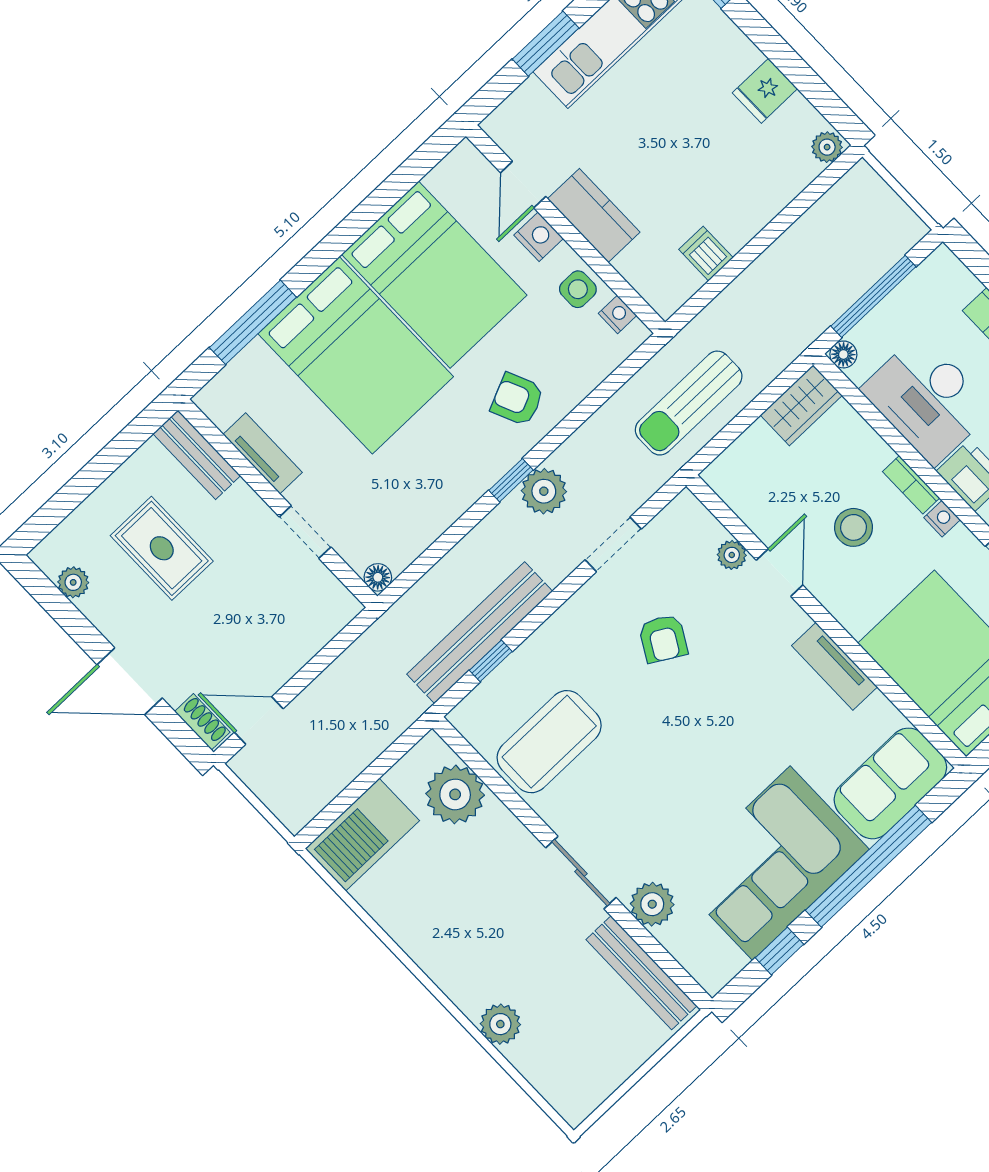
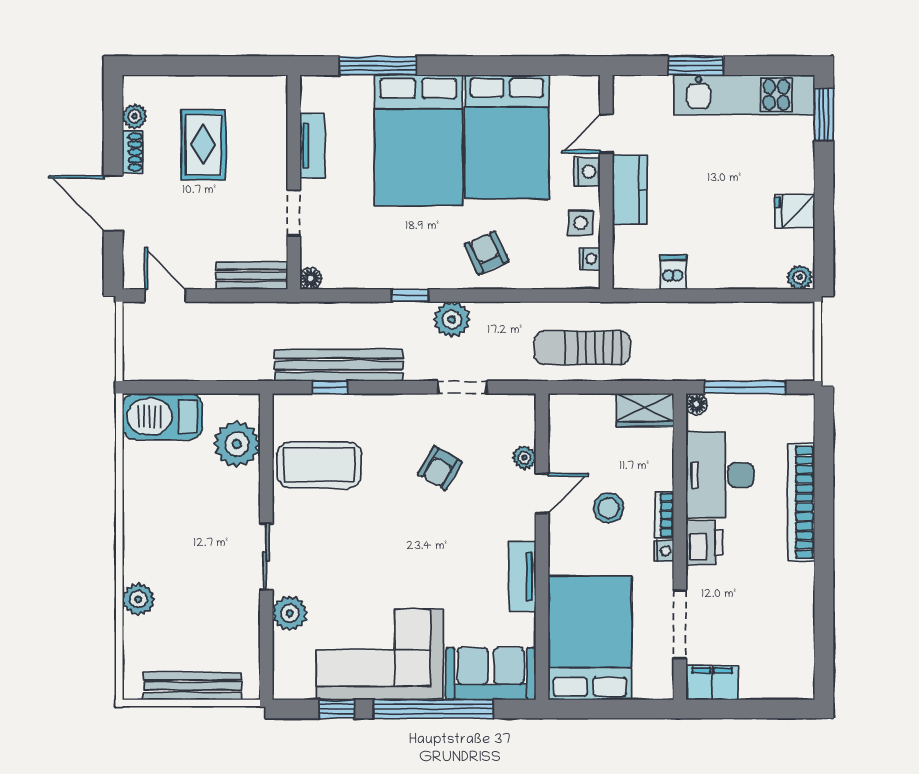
bench: (197, 455) -> (252, 276), moved, turned 90
window: (511, 480) -> (410, 295), moved
shoe rack: (202, 722) -> (132, 152), moved
bench: (641, 973) -> (192, 686), moved, turned 90

